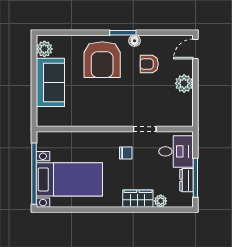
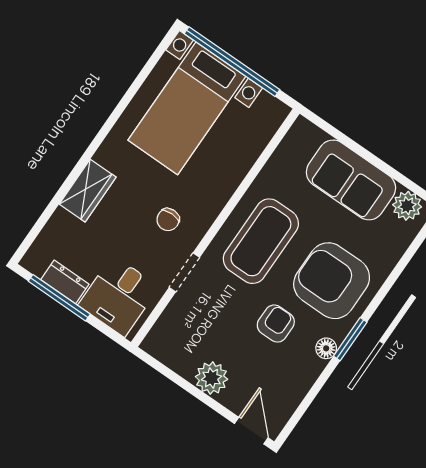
armchair: (149, 64) -> (276, 324), moved
coffee table: (106, 104) -> (261, 241), added
plant: (161, 201) -> (61, 222), removed

